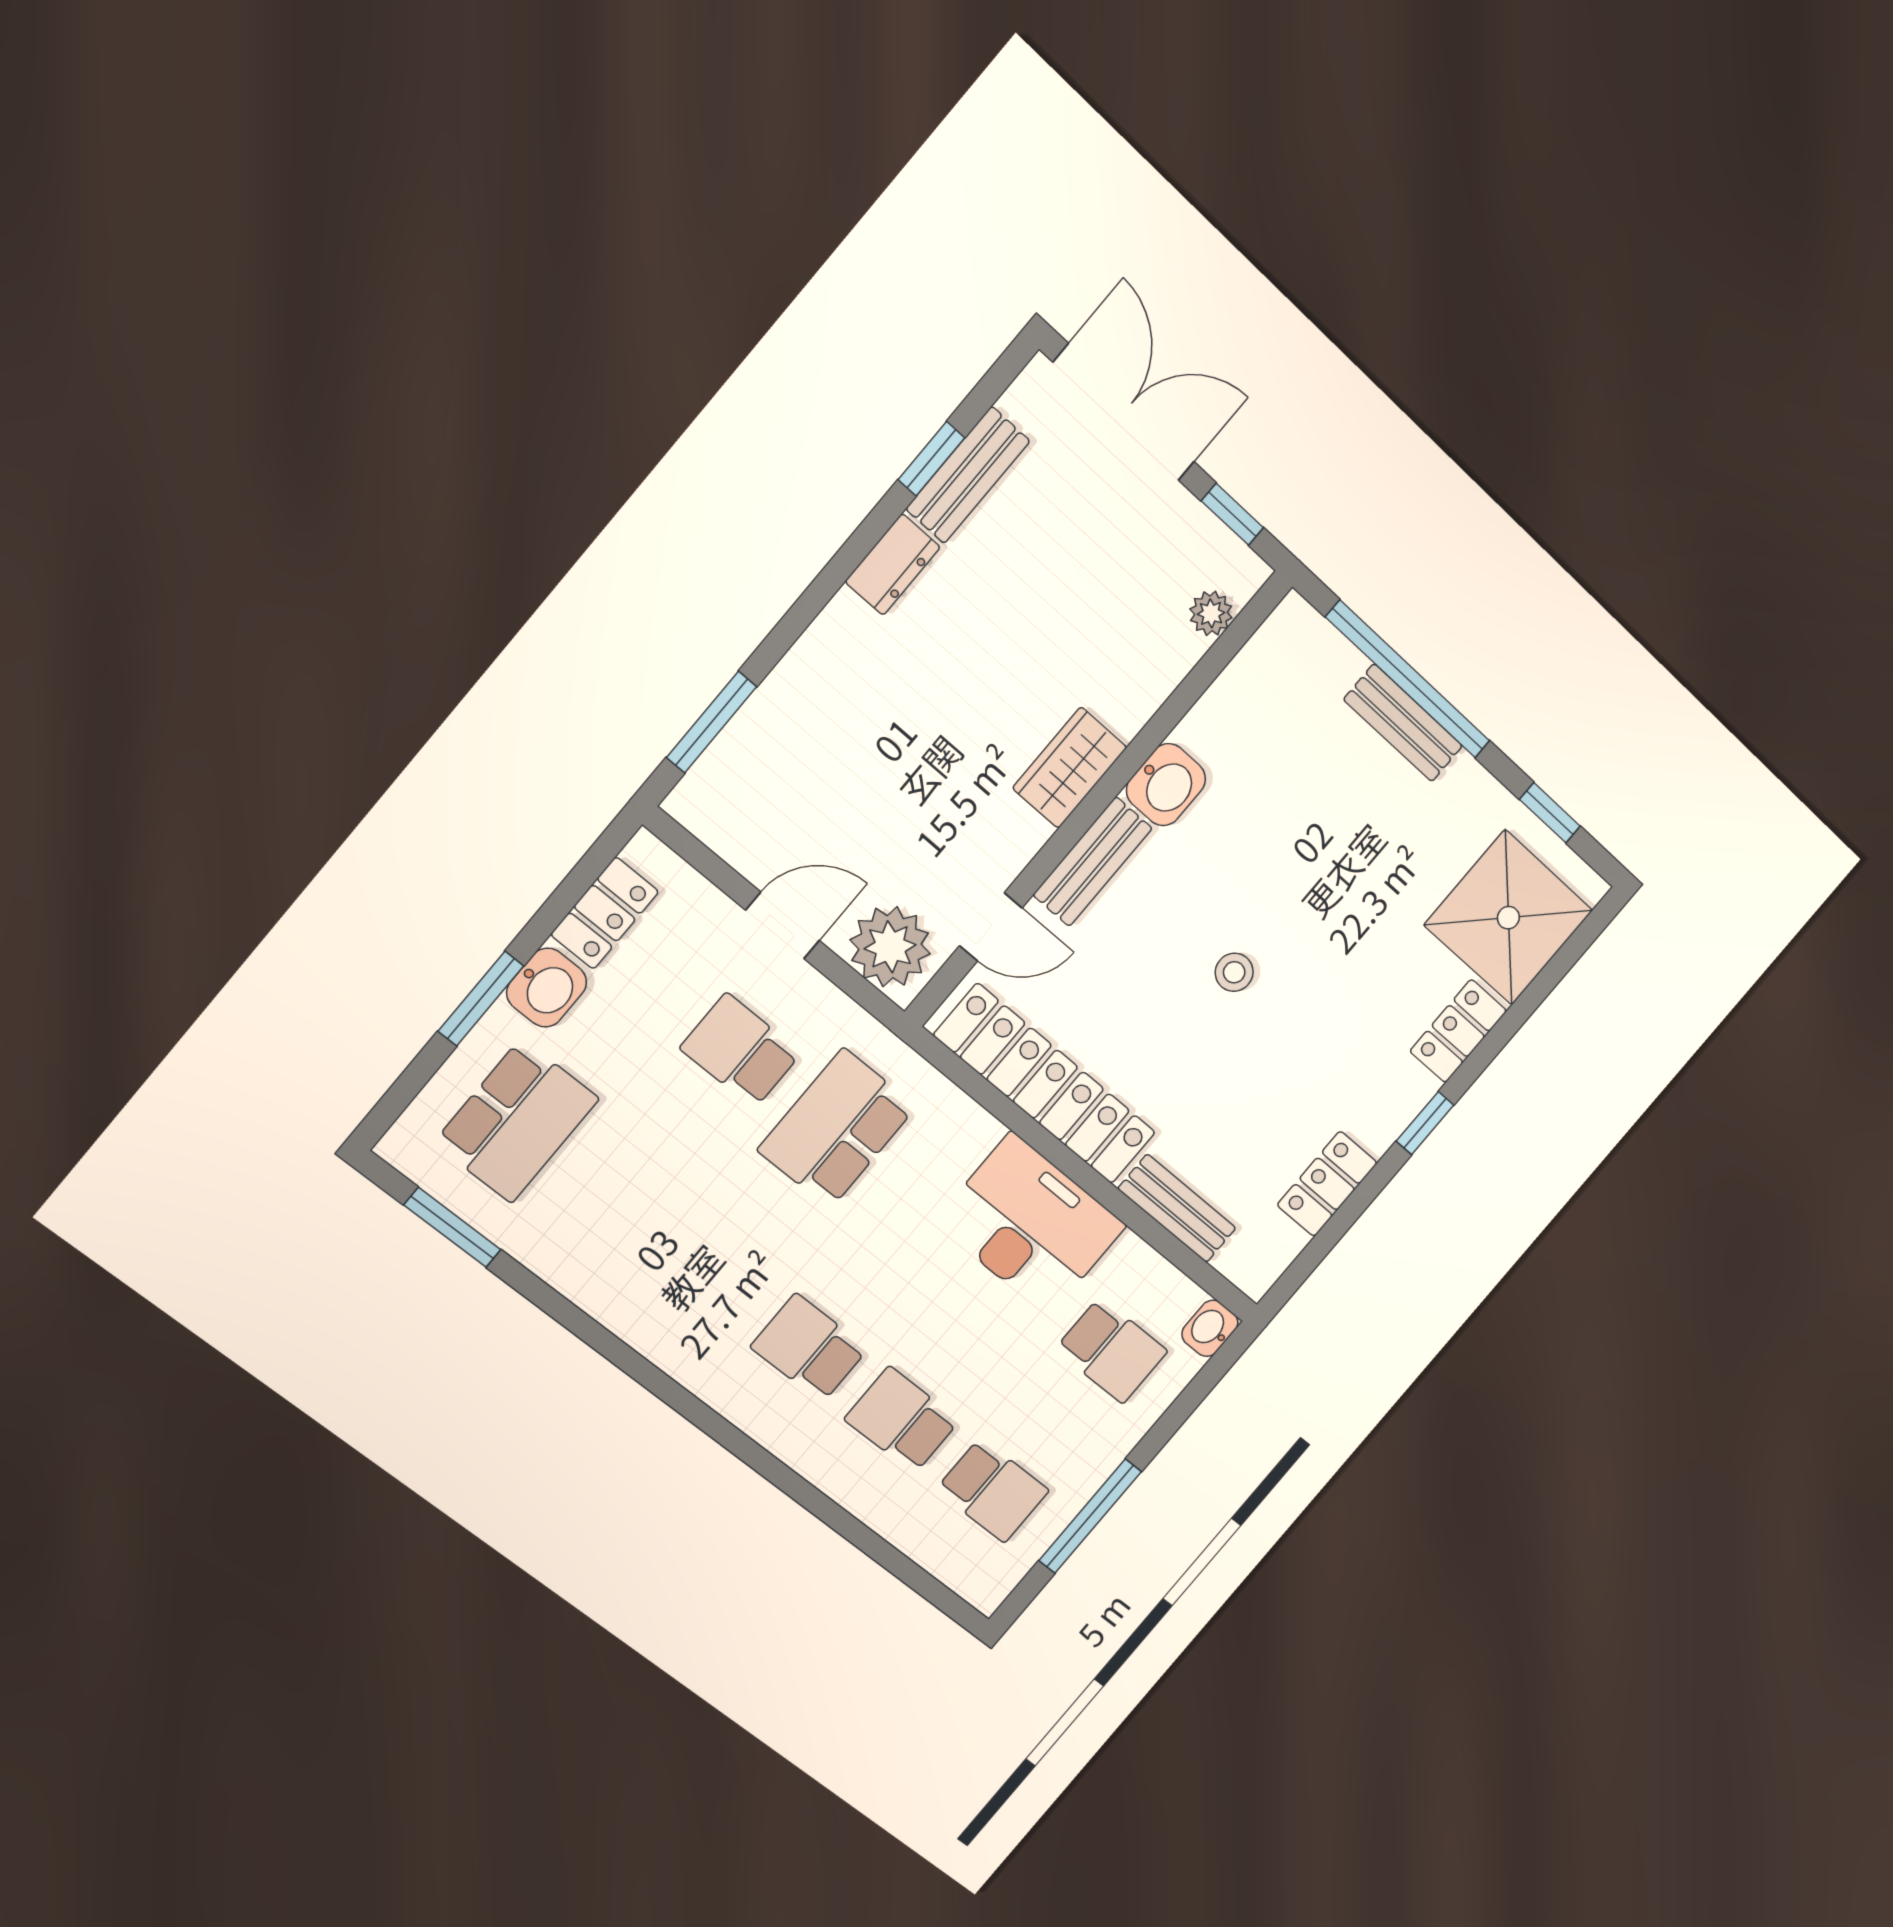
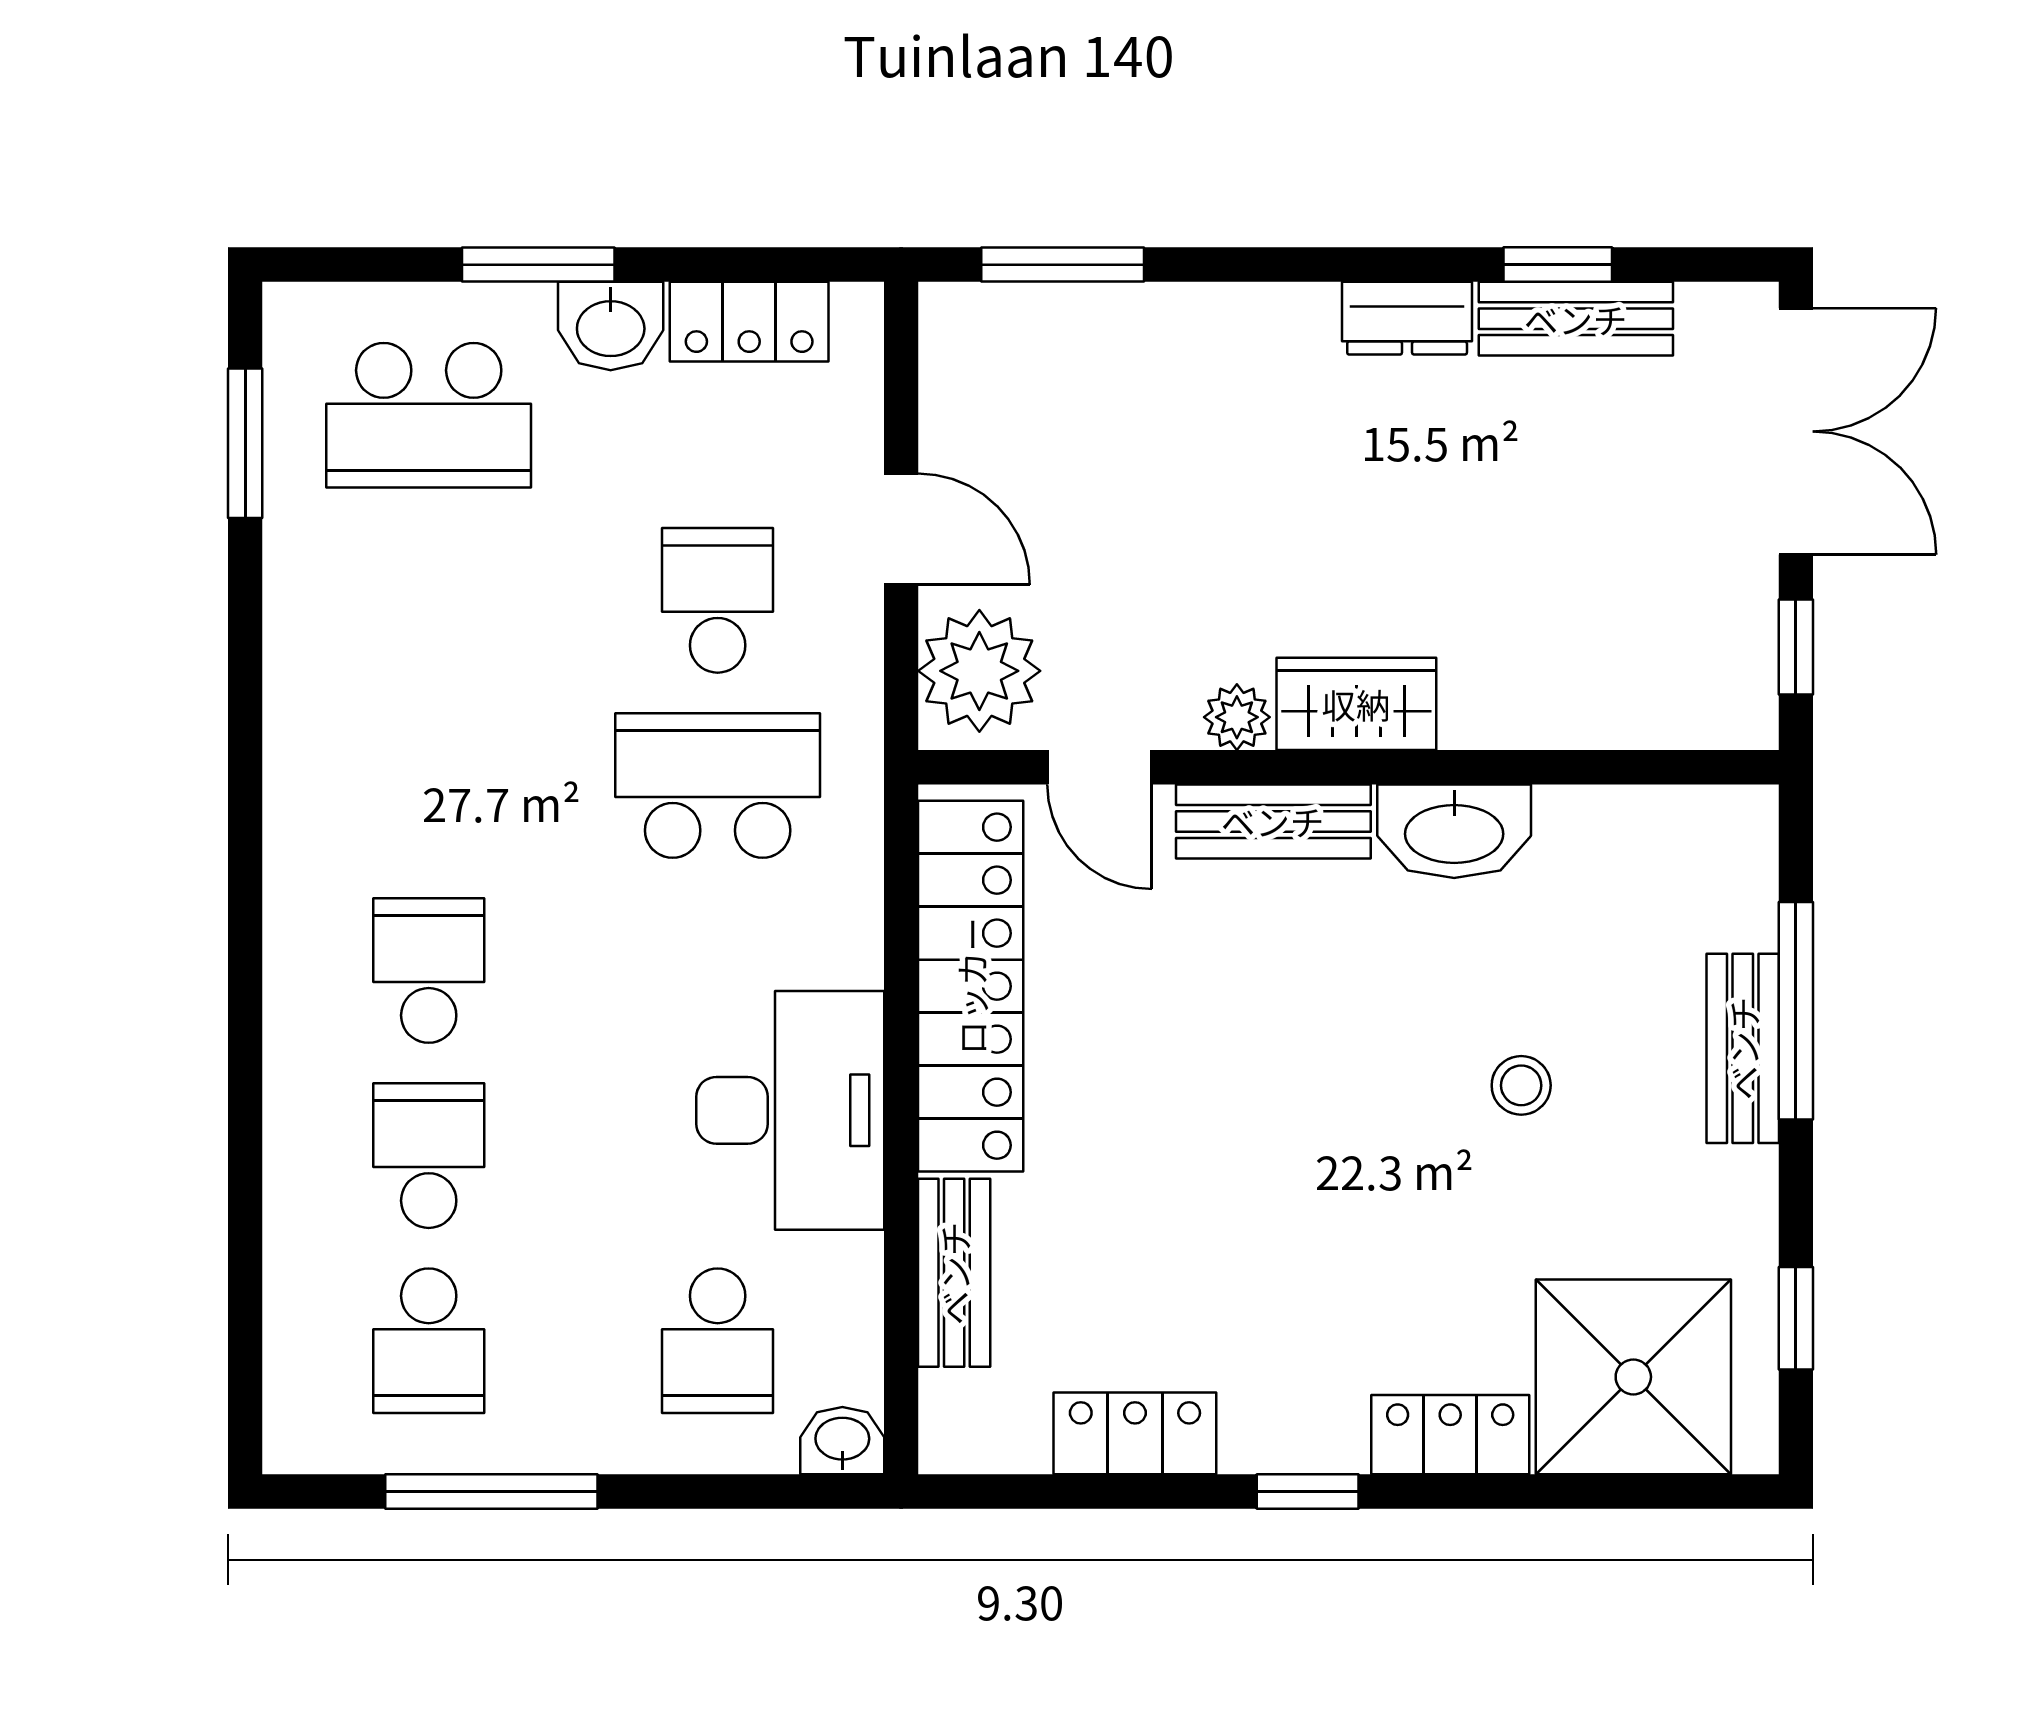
plant: (1211, 613) -> (1237, 717), moved
window: (1408, 679) -> (1796, 1011), width x0.68
washbasin: (1166, 785) -> (1454, 831), width x1.38
stool: (1234, 972) -> (1521, 1085), moved

